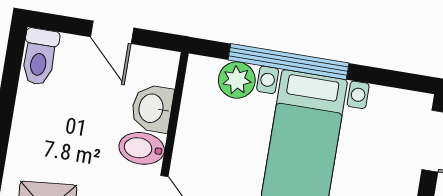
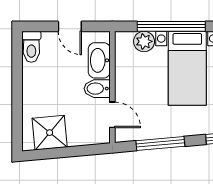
washbasin: (152, 108) -> (99, 60), width x1.38

